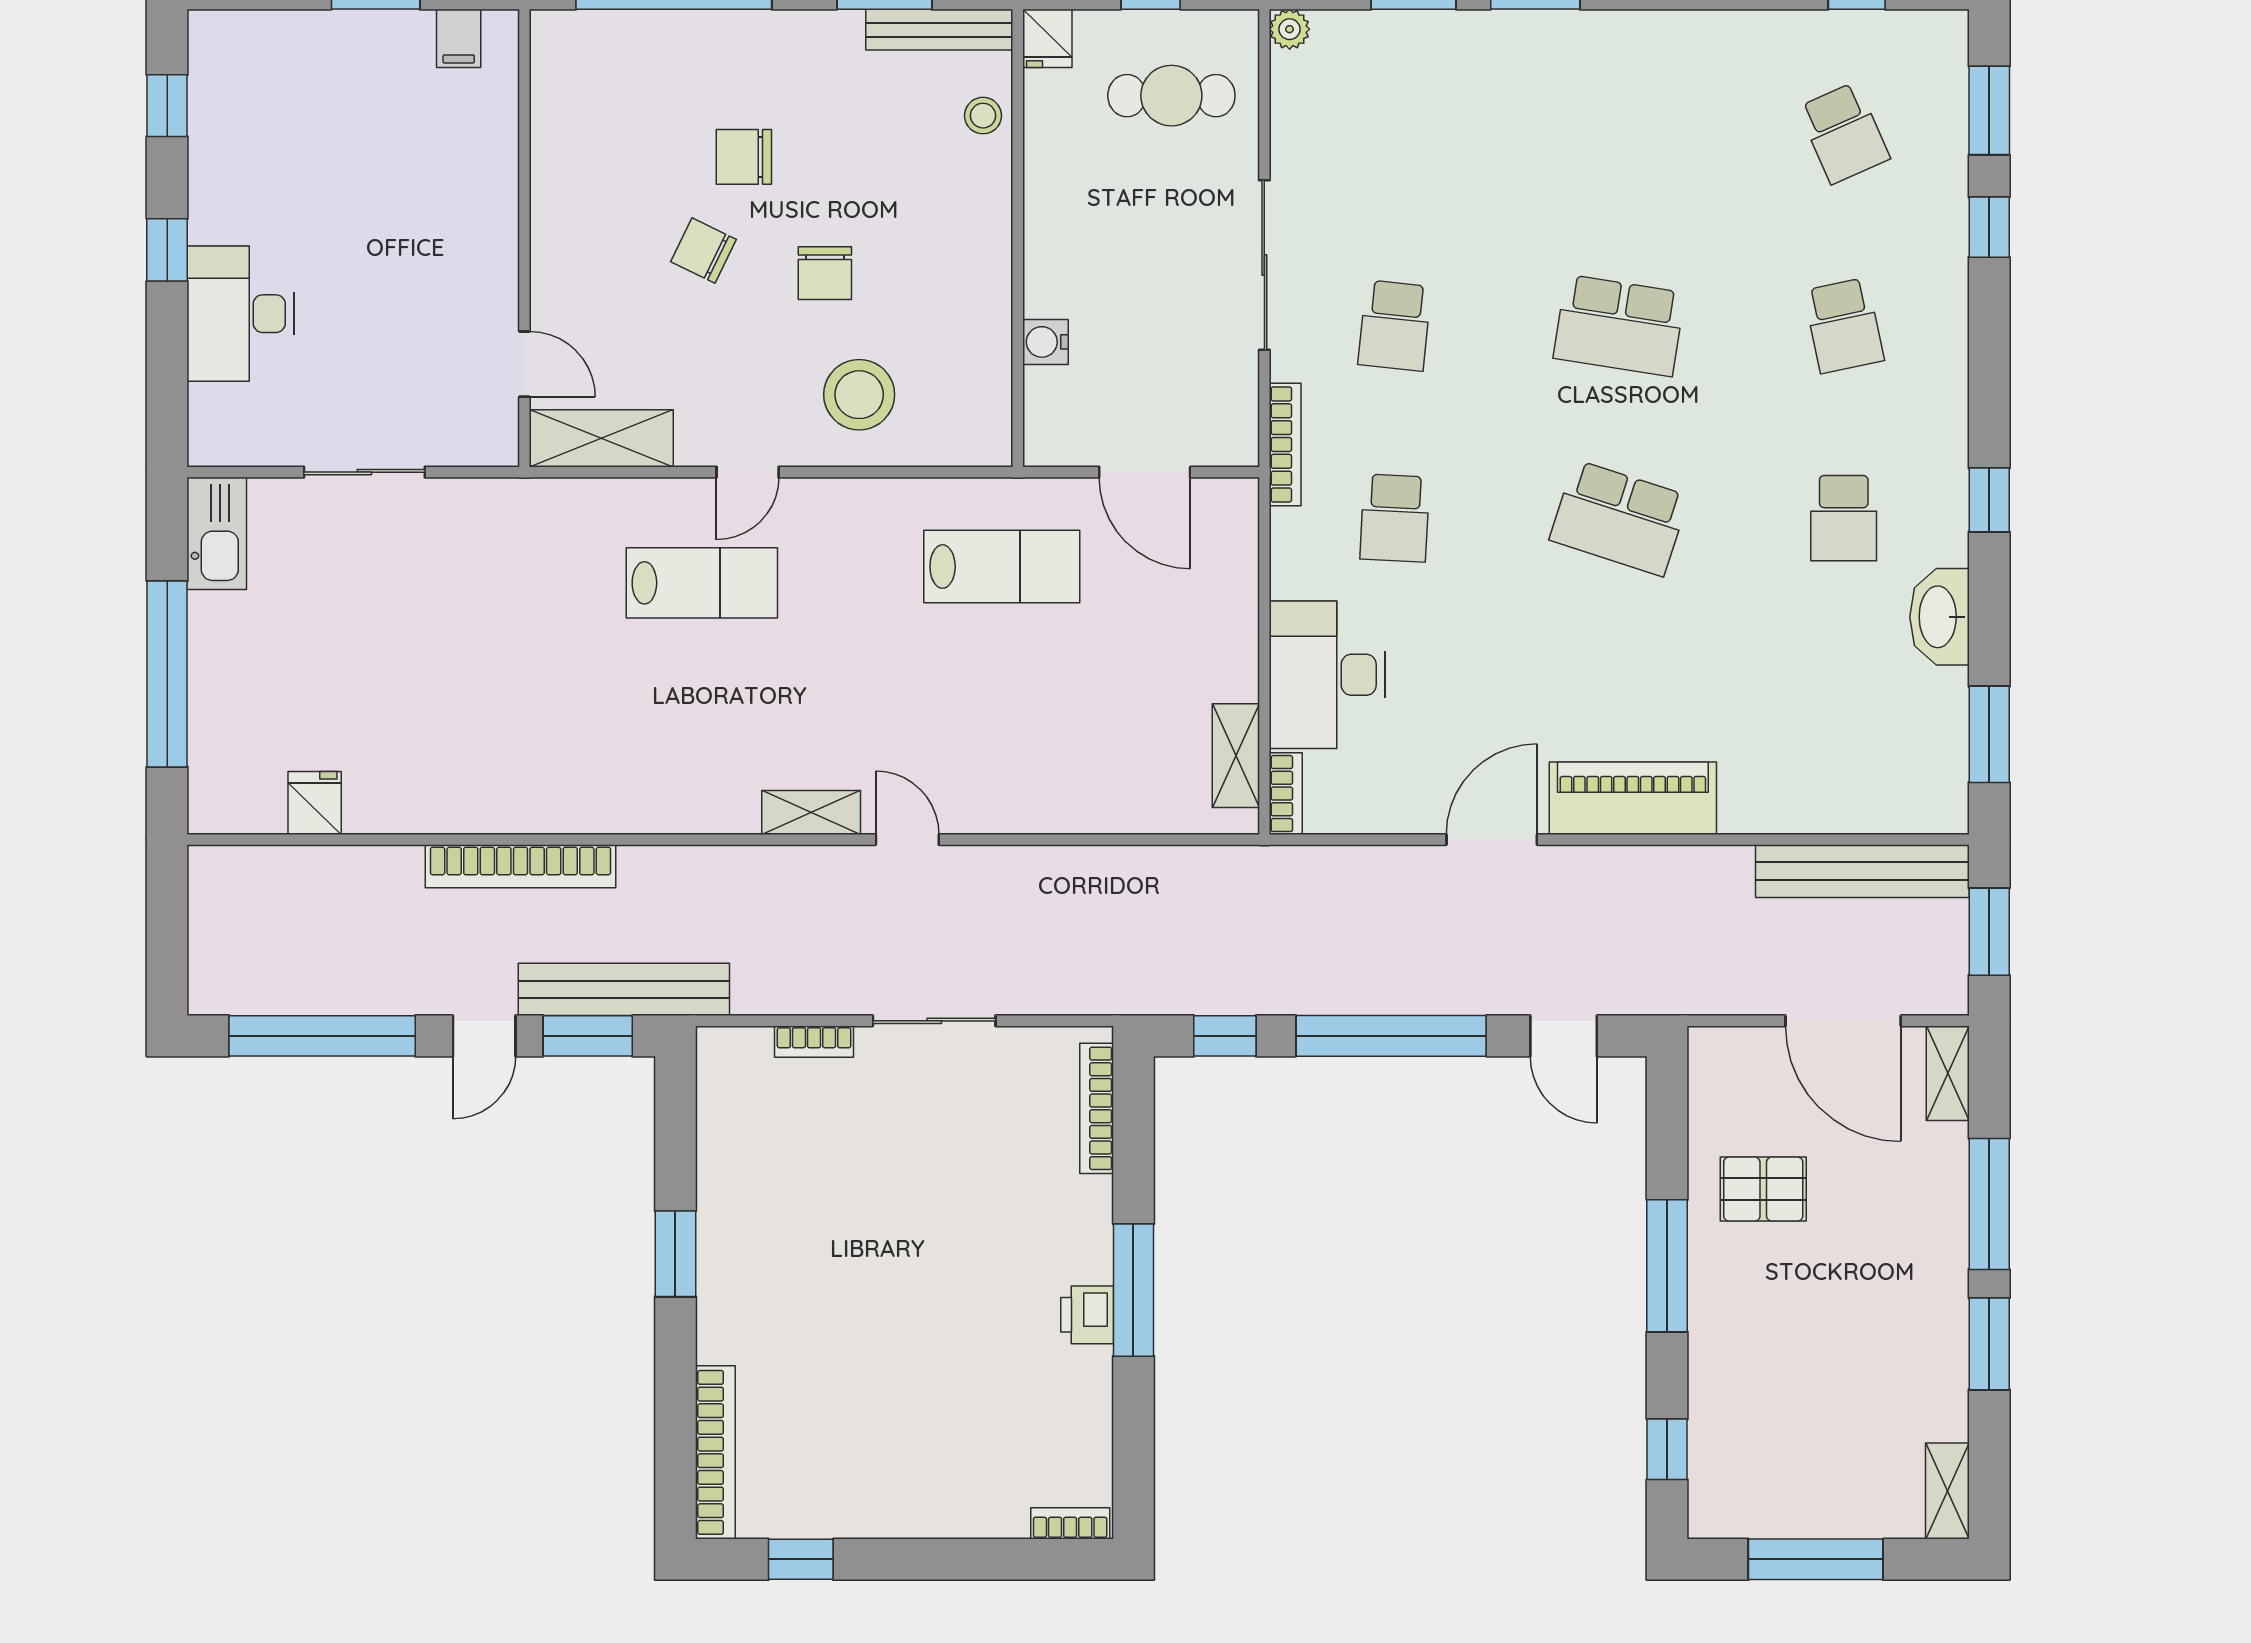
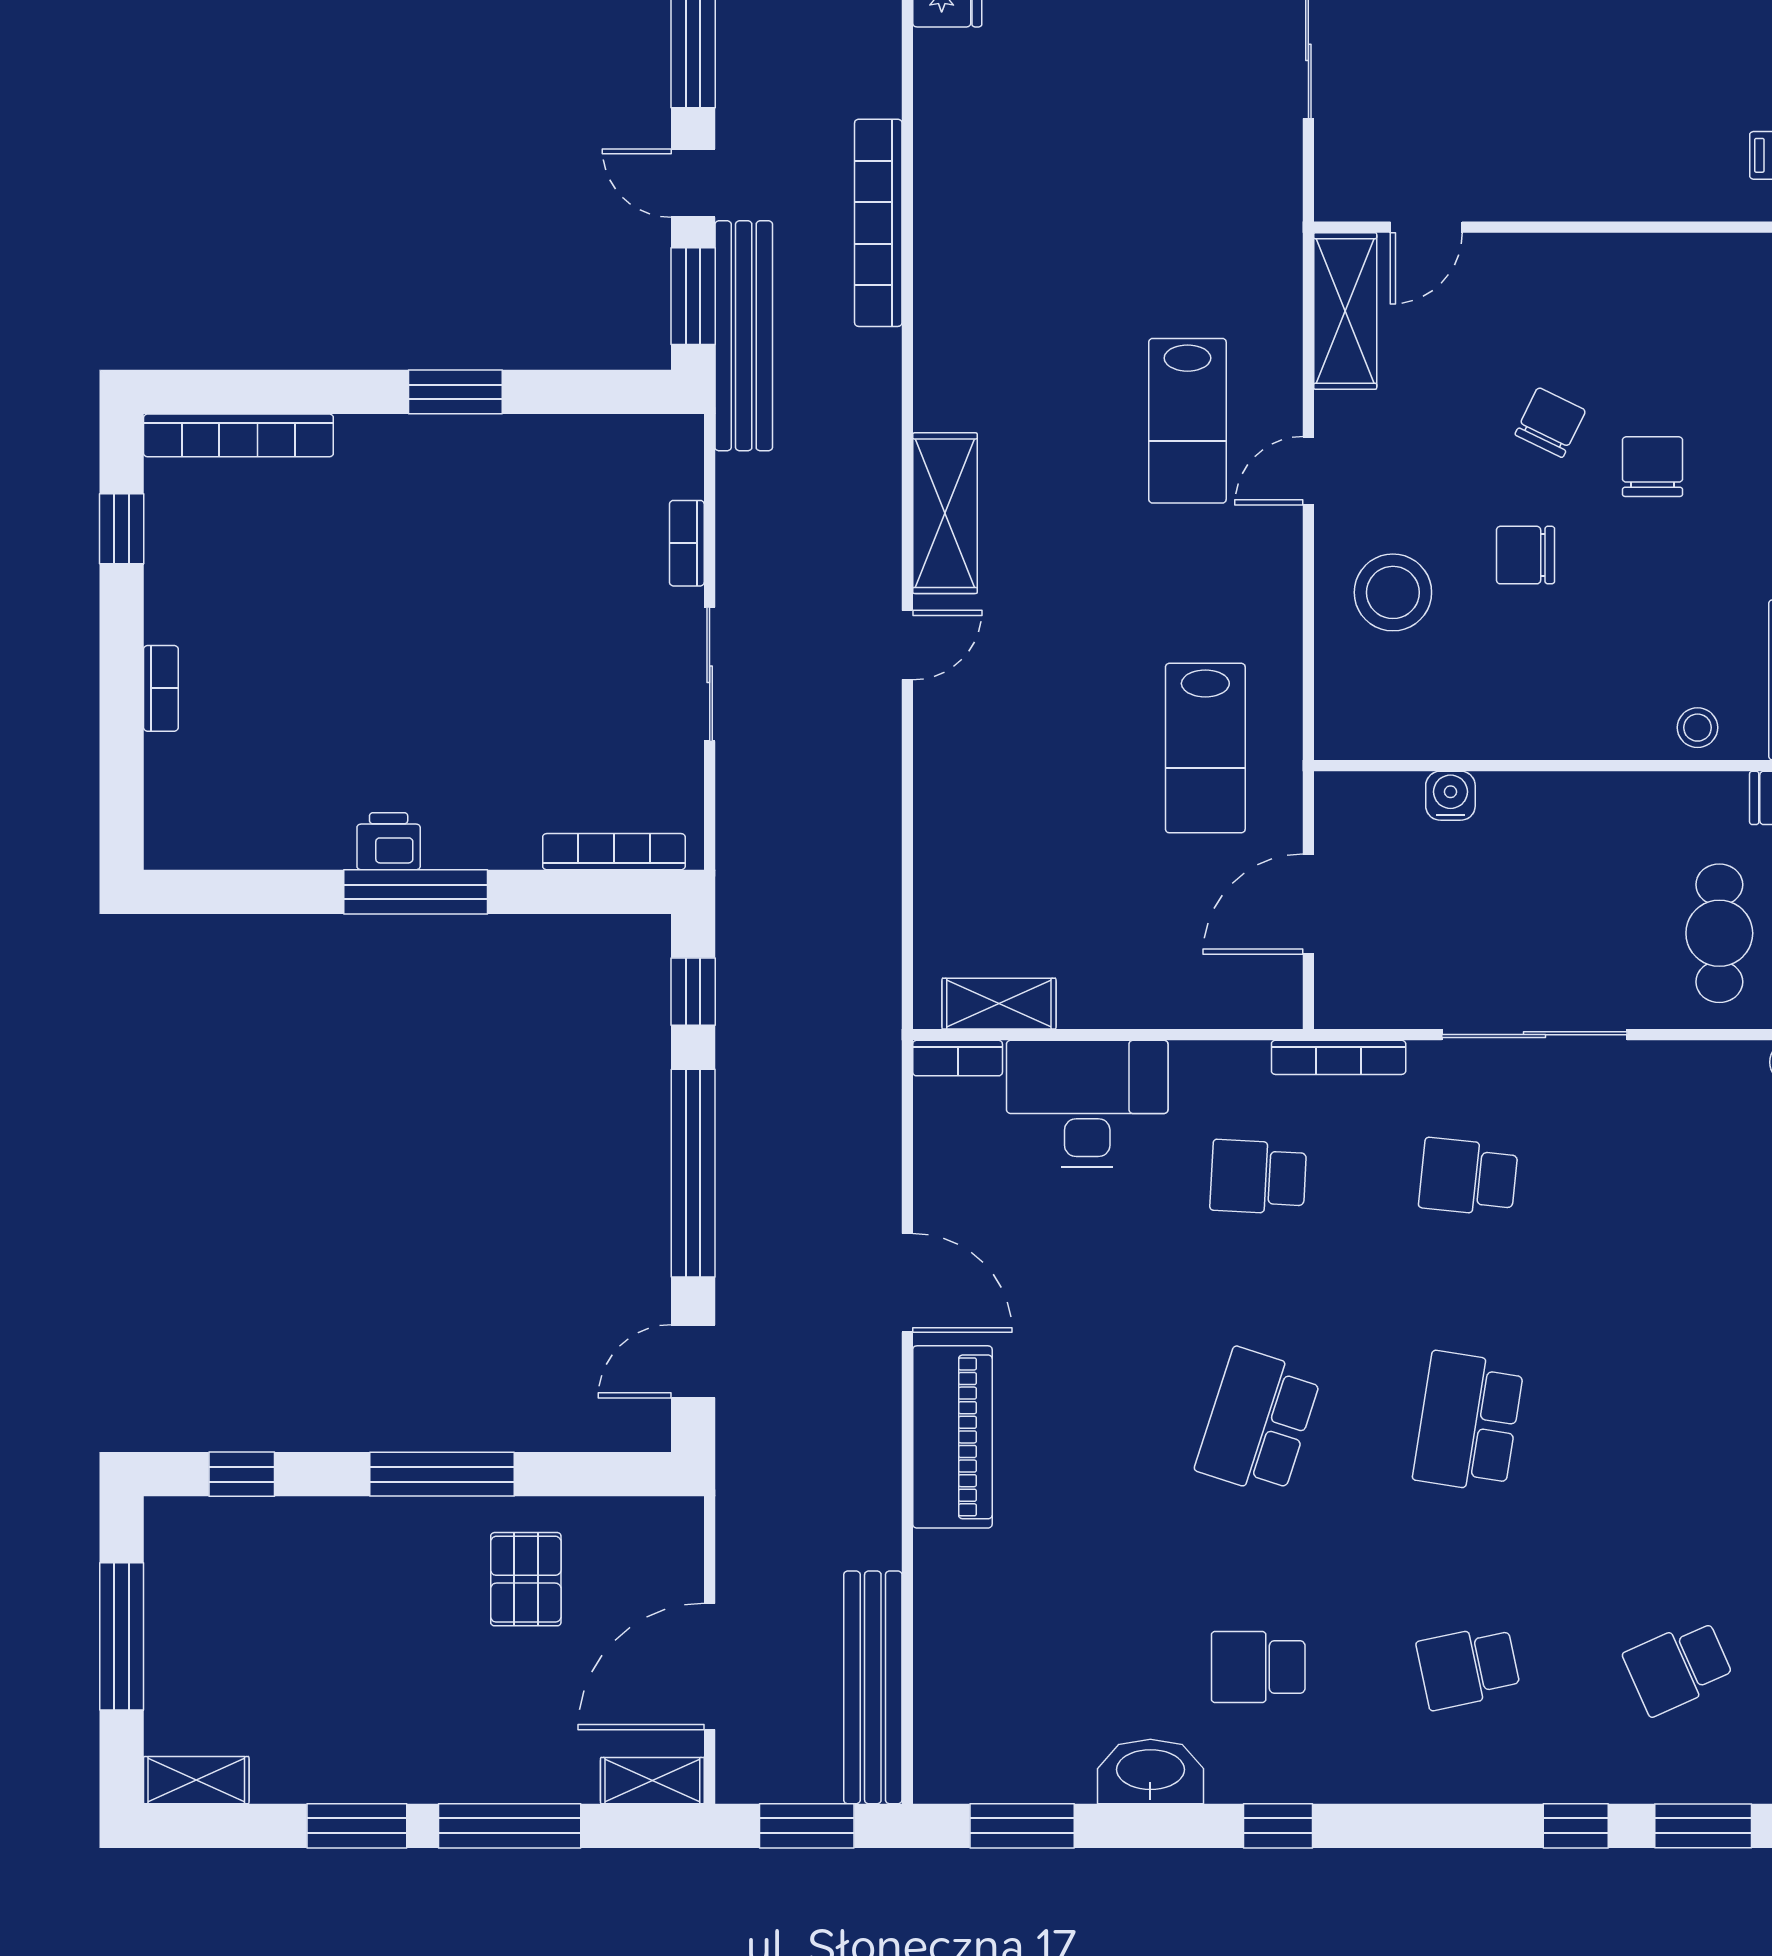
door: (748, 472) -> (1308, 471), hinge flipped
shelving: (811, 812) -> (945, 513), width x1.50, depth x1.33
bookcase: (1070, 1523) -> (161, 688), moved

